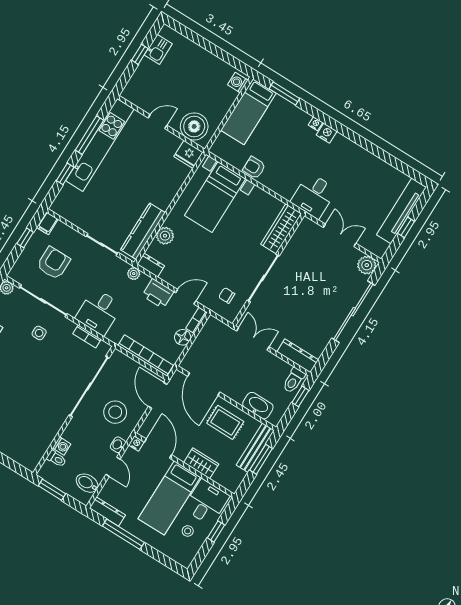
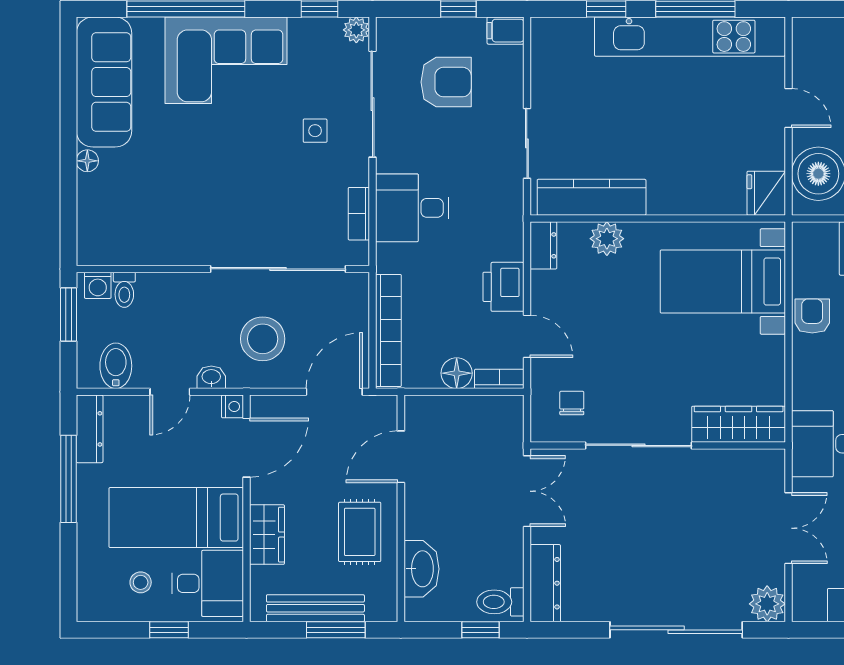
plant: (134, 274) -> (512, 226), removed
door: (204, 384) -> (401, 457), width x0.73
washing machine: (62, 446) -> (98, 285), moved
bench: (255, 448) -> (315, 608), moved

